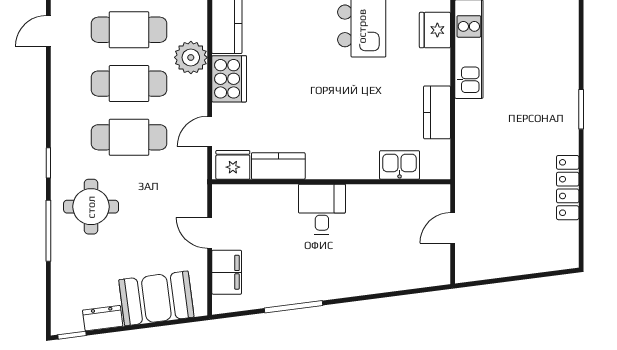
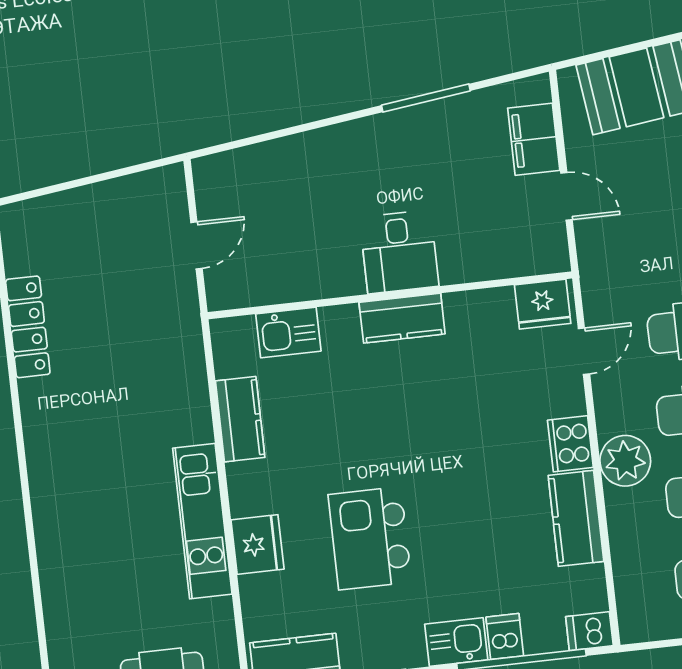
cooker: (229, 79) -> (570, 444), width x0.73, depth x0.76
window: (581, 109) -> (21, 449), removed
kitchen counter: (278, 166) -> (402, 318), moved

